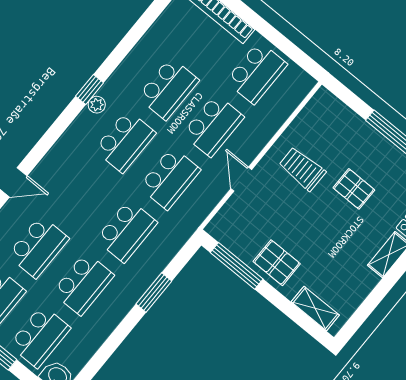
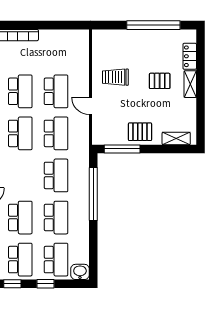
school desk: (256, 73) -> (56, 49), removed
pallet: (354, 189) -> (160, 81), moved
window: (154, 293) -> (93, 194), width x2.11

